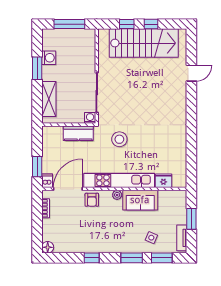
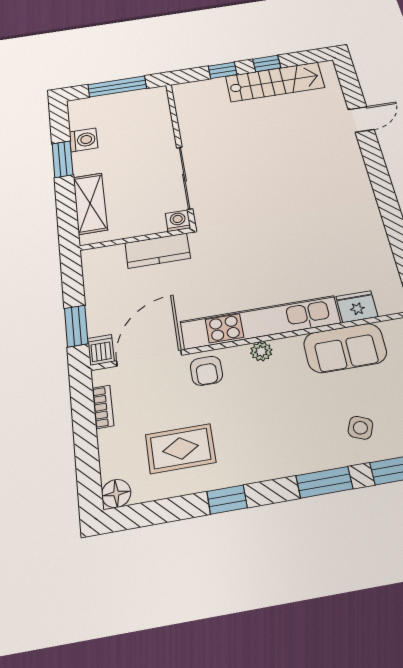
stairs: (144, 43) -> (275, 82), width x0.73, depth x0.66
stool: (119, 139) -> (245, 247), removed
sofa: (140, 200) -> (345, 348), moved
rug: (76, 233) -> (181, 448), added

